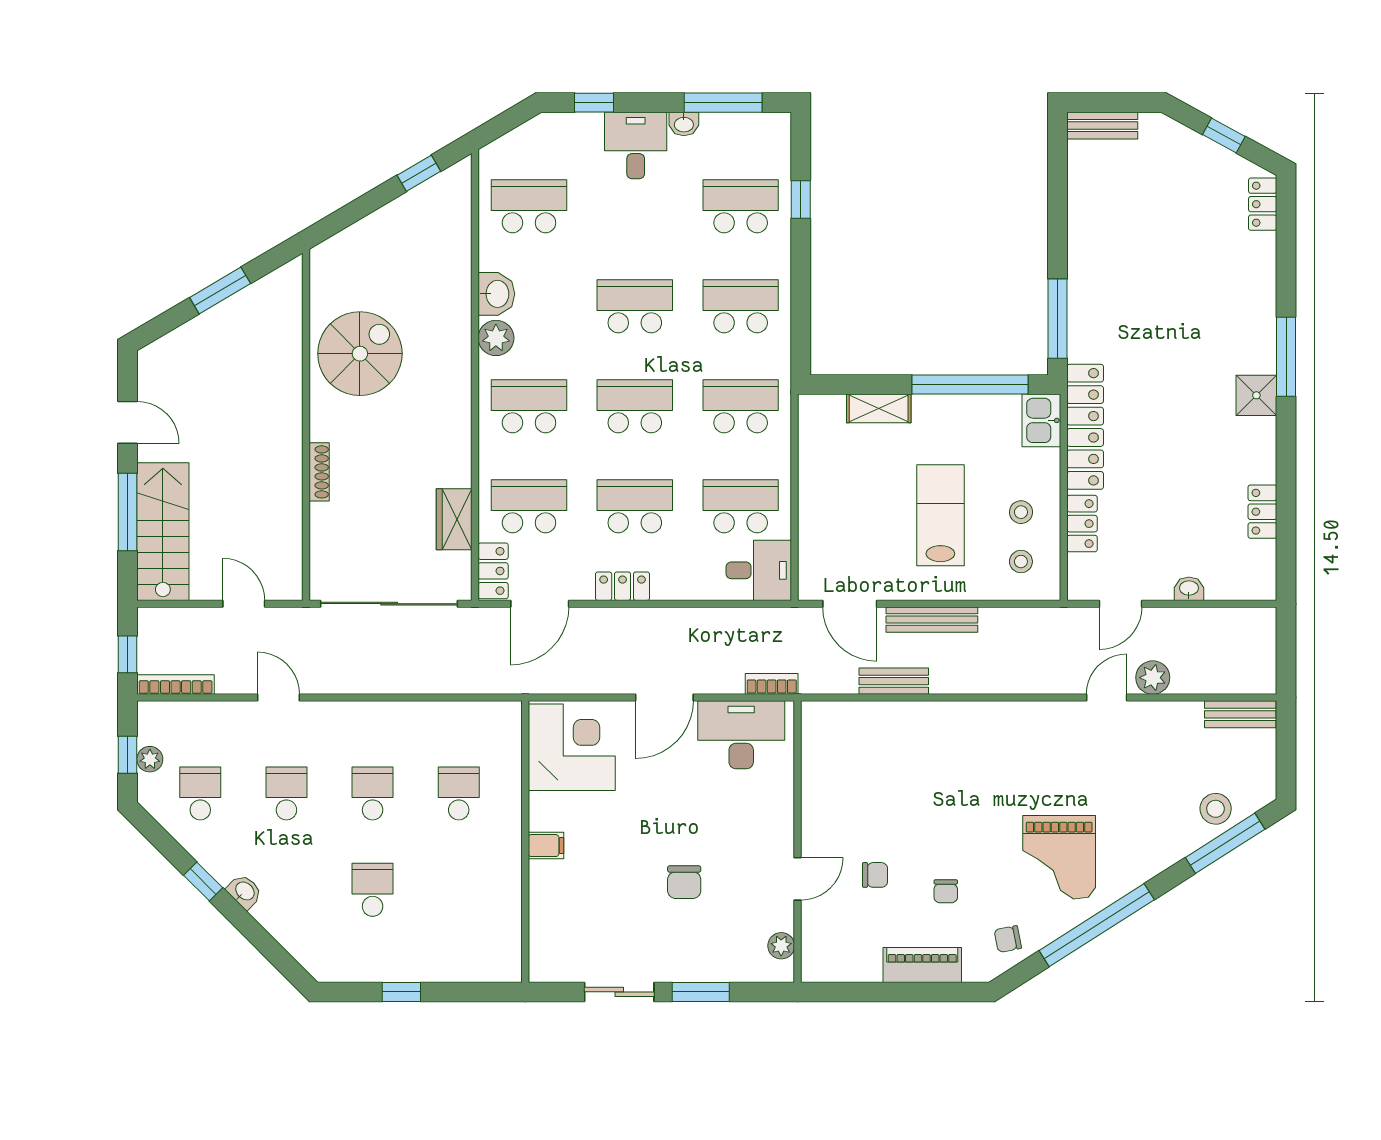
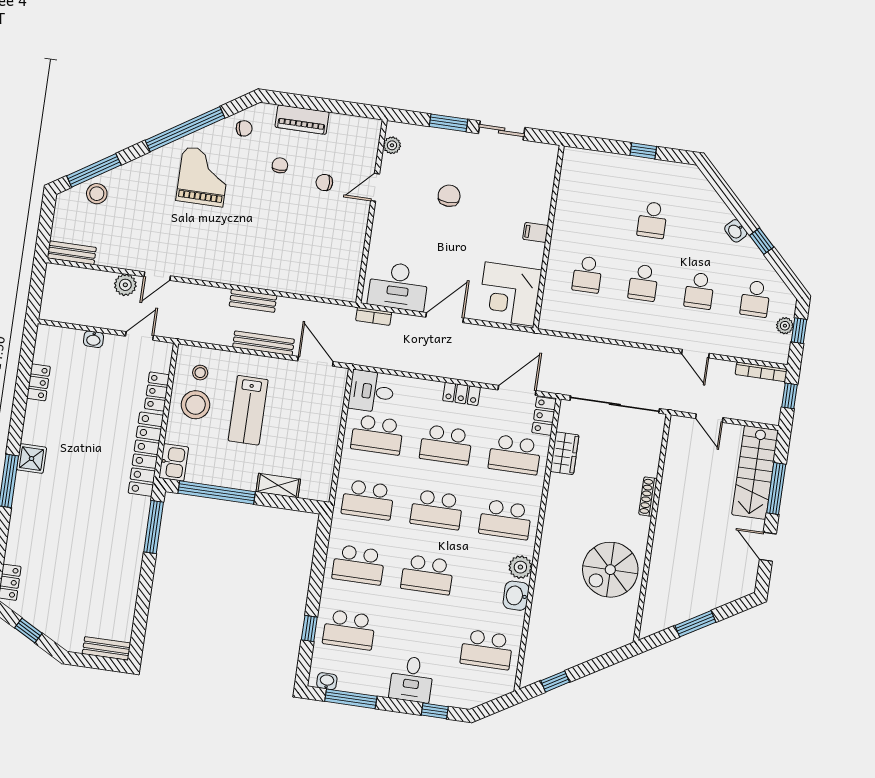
washbasin: (684, 124) -> (327, 681), moved
stool: (1021, 512) -> (195, 405), width x1.89, depth x1.89
bench: (894, 681) -> (253, 301), moved

